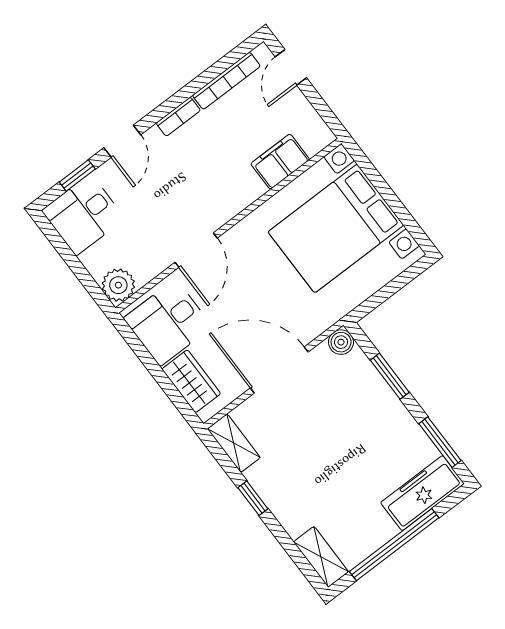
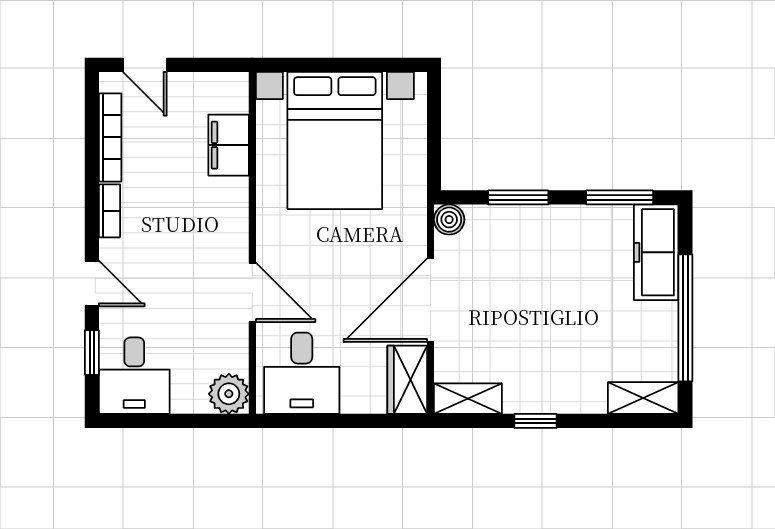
wardrobe: (191, 381) -> (407, 380), moved, turned -90

